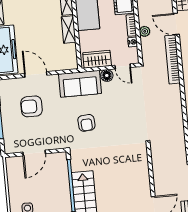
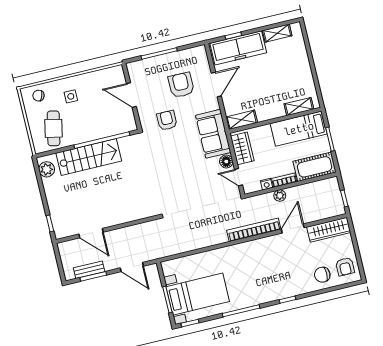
shelving: (69, 29) -> (242, 120), moved
door: (123, 66) -> (239, 177), hinge flipped
armchair: (86, 123) -> (167, 120), moved, turned 94

